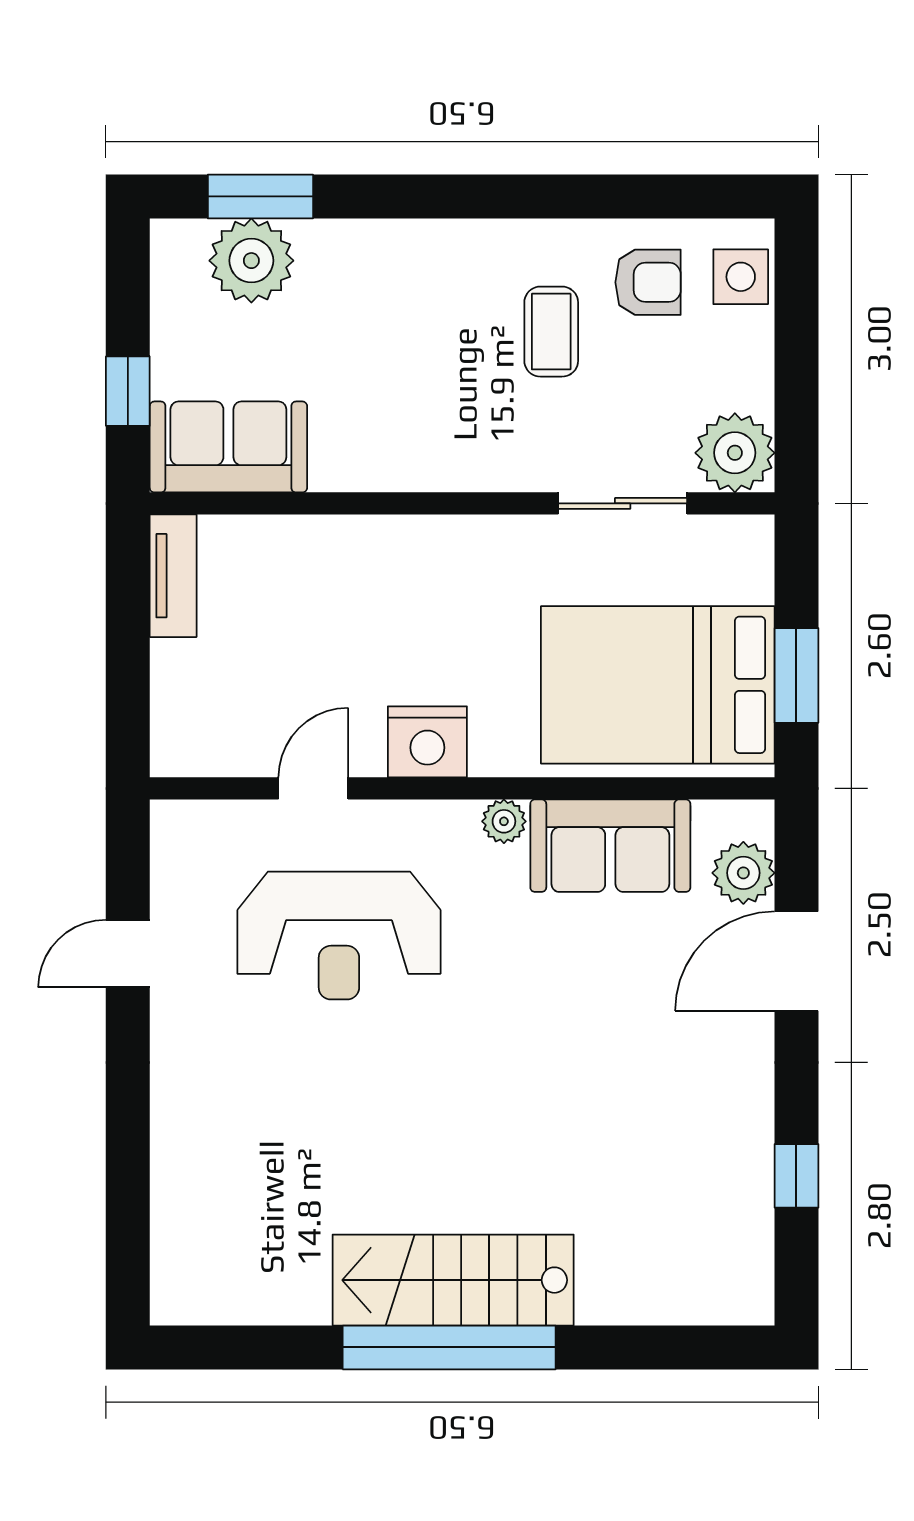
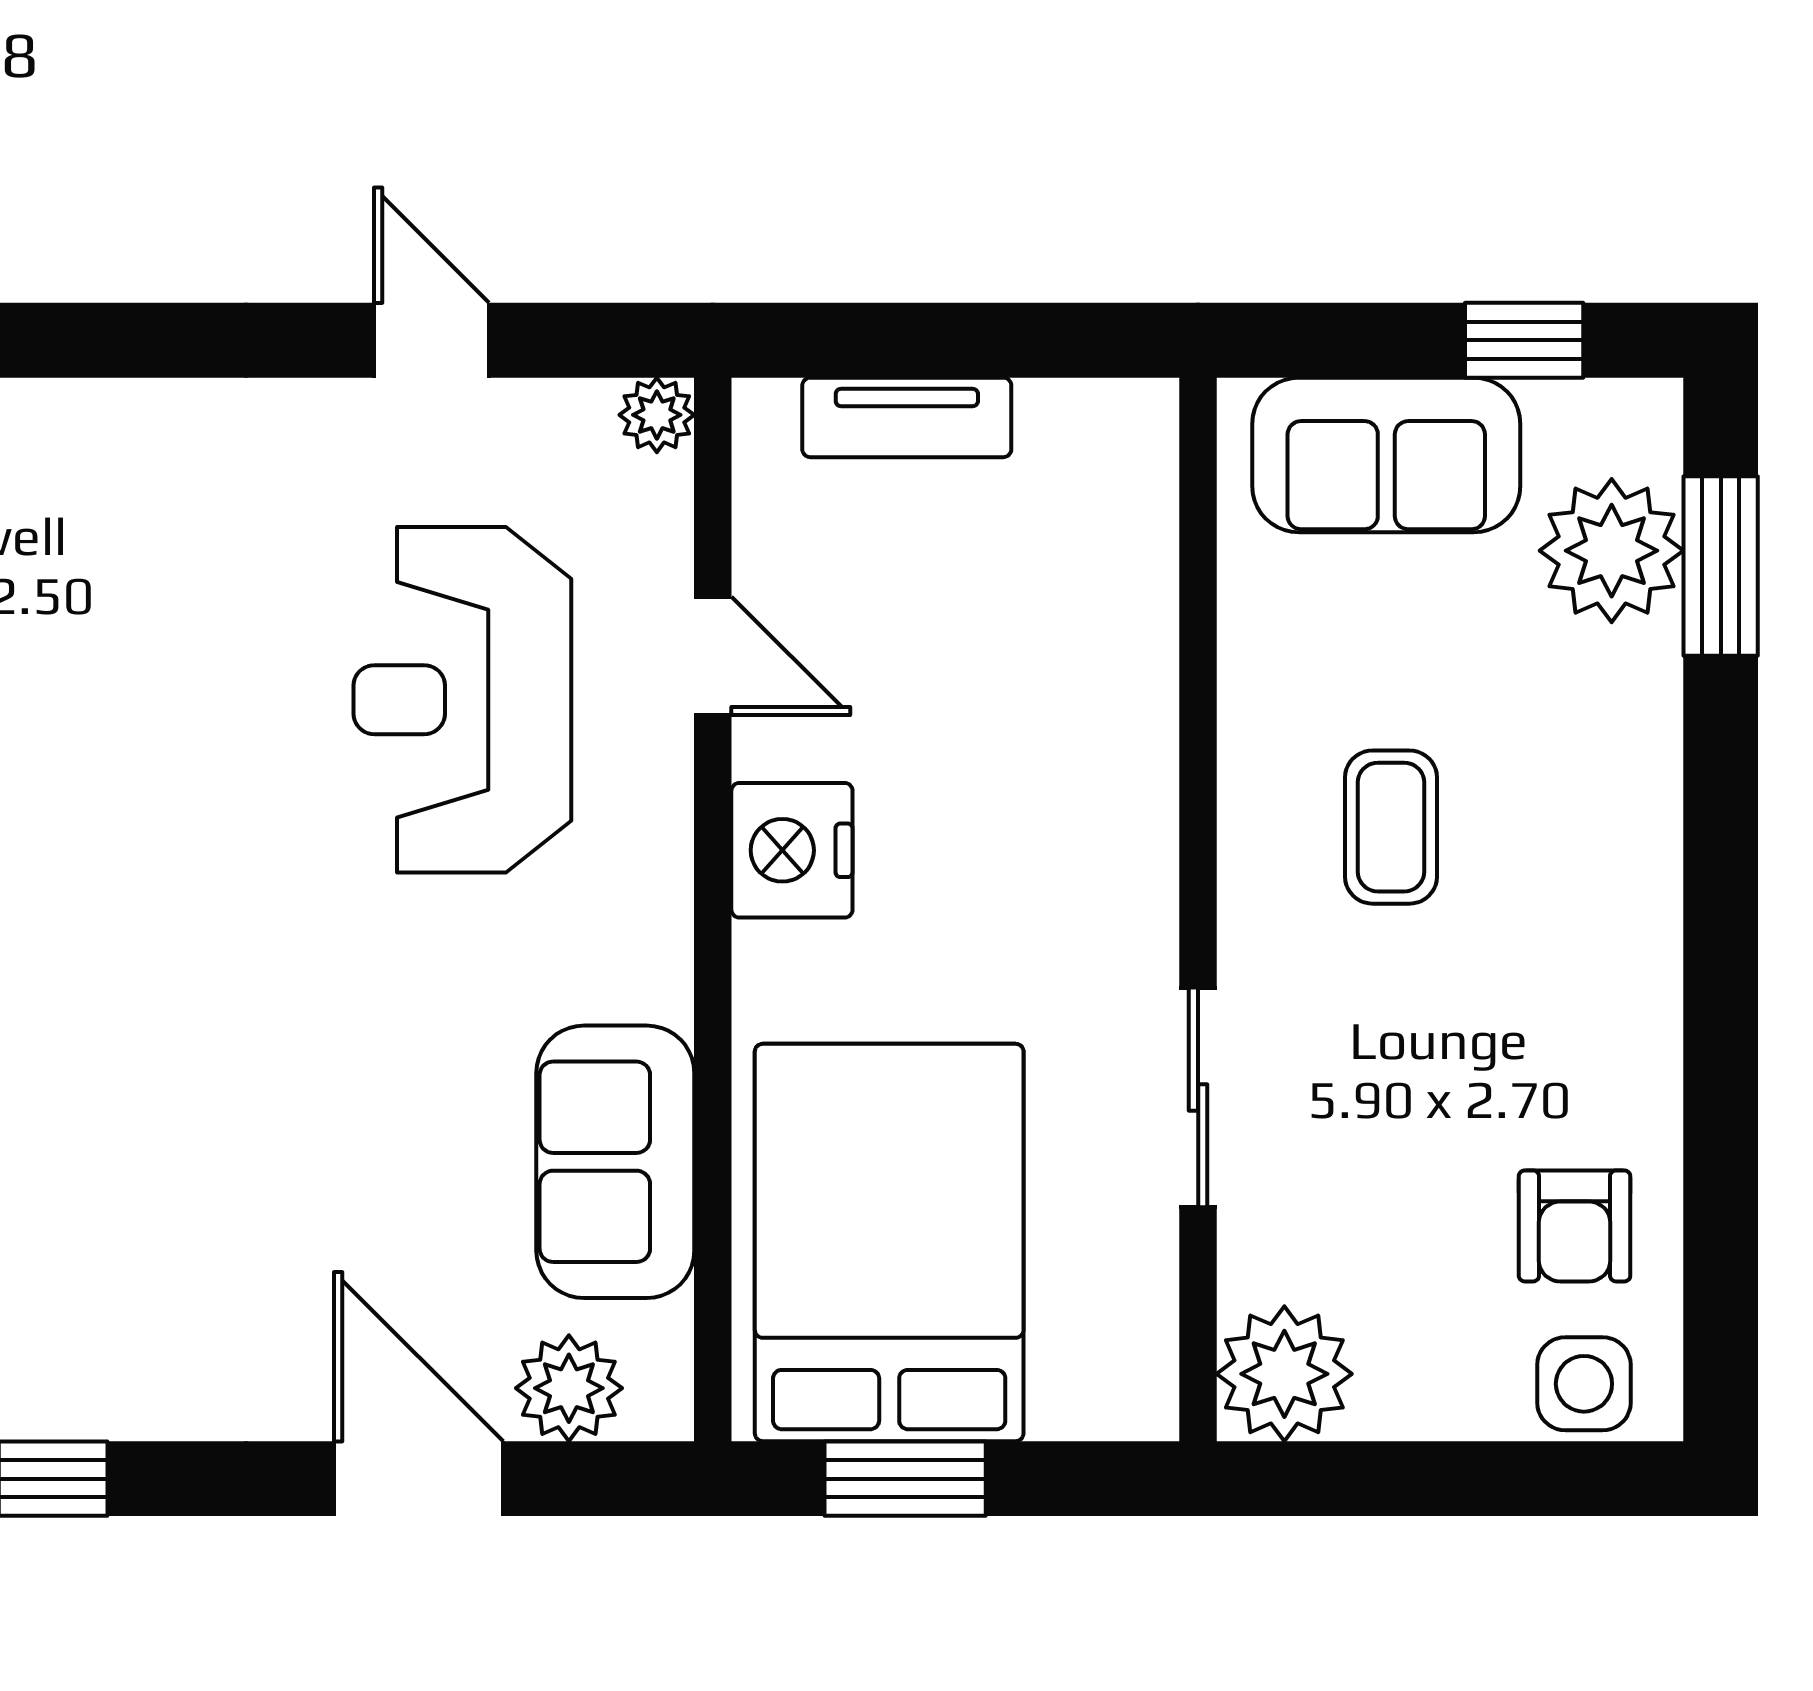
coffee table: (551, 332) -> (1391, 827), moved, turned 90
window: (128, 391) -> (1524, 340), moved
sofa: (228, 447) -> (1386, 455), moved, turned 90
sliding door: (623, 503) -> (1198, 1097), moved
tv unit: (173, 576) -> (907, 417), moved
plant: (504, 821) -> (657, 415), moved

